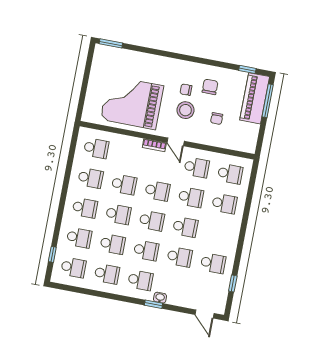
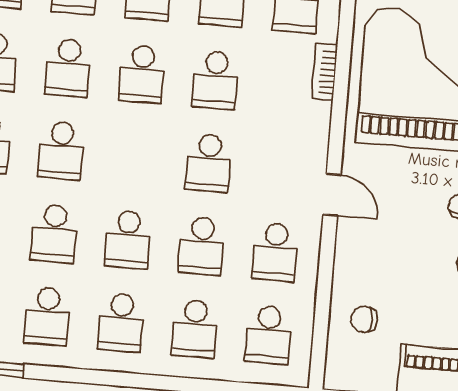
stool: (185, 110) -> (411, 210), removed
chair: (217, 119) -> (364, 319), moved
door: (176, 142) -> (332, 195), swing flipped
bookcase: (154, 145) -> (324, 72), moved
school desk: (152, 221) -> (121, 322), moved

